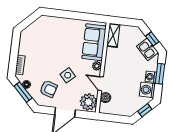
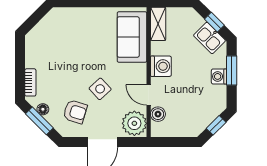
plant: (97, 66) -> (140, 70), removed
washing machine: (147, 90) -> (161, 66), moved, turned 180

